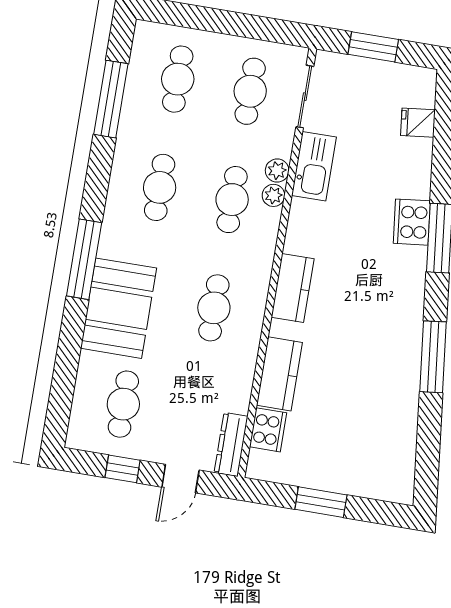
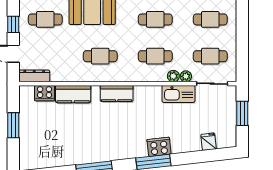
plant: (273, 195) -> (186, 76), moved

